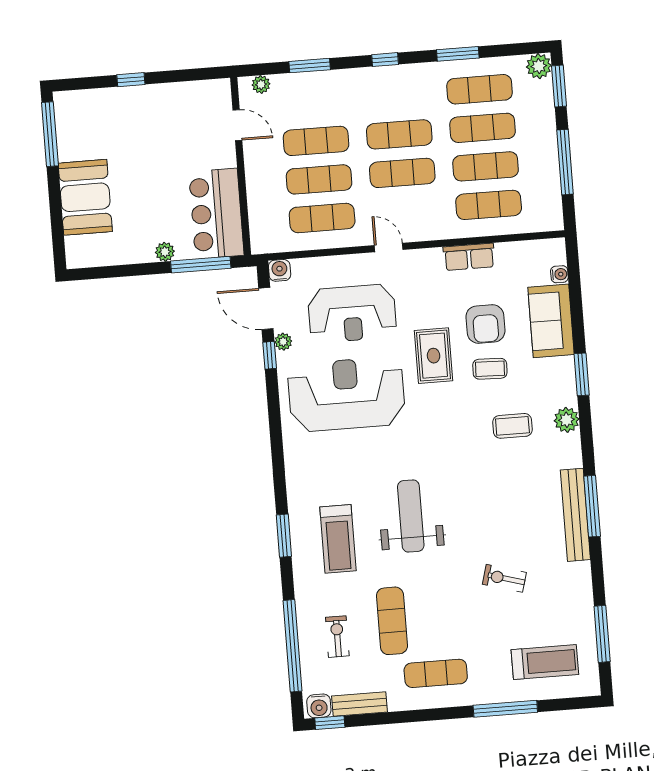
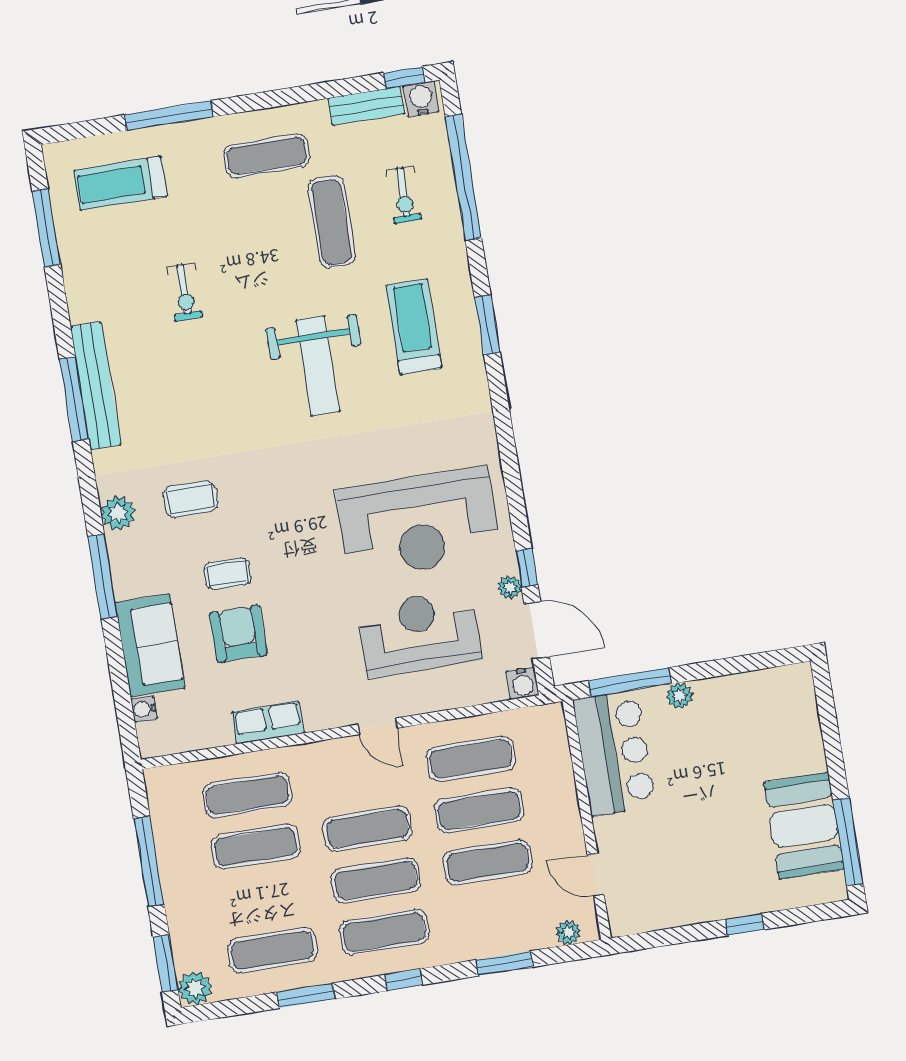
exercise mat: (483, 128) -> (384, 932), moved
booth: (85, 197) -> (804, 826), moved
rug: (434, 356) -> (305, 585), removed
window: (582, 374) -> (103, 576), width x1.44
exercise bike: (504, 578) -> (185, 292), turned 74

